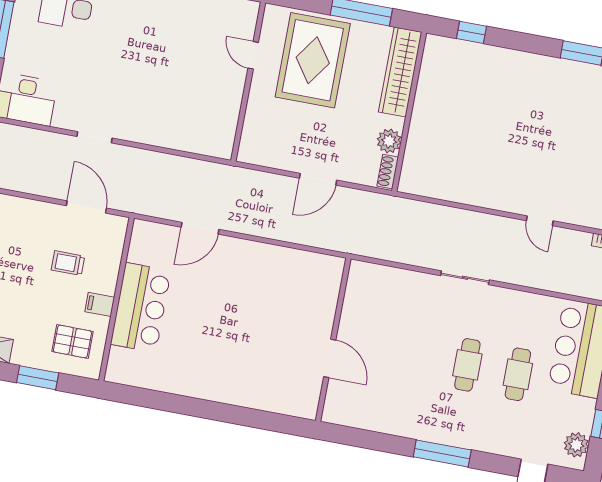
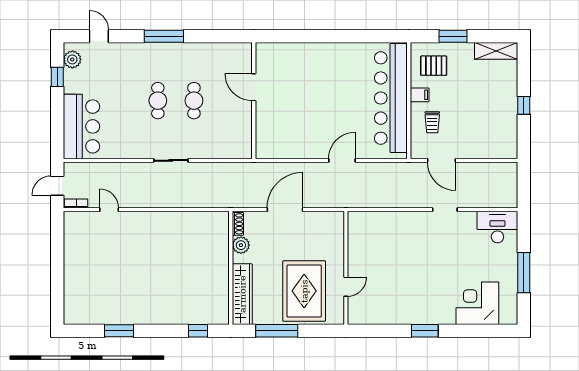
door: (253, 55) -> (346, 287), hinge flipped
door: (318, 179) -> (285, 210), width x1.36
door: (540, 221) -> (109, 210), moved
door: (200, 228) -> (342, 160), moved
trolley: (68, 263) -> (432, 122), moved, turned 90
bar counter: (141, 307) -> (391, 98), width x1.86
cafe table: (518, 374) -> (194, 101), moved

